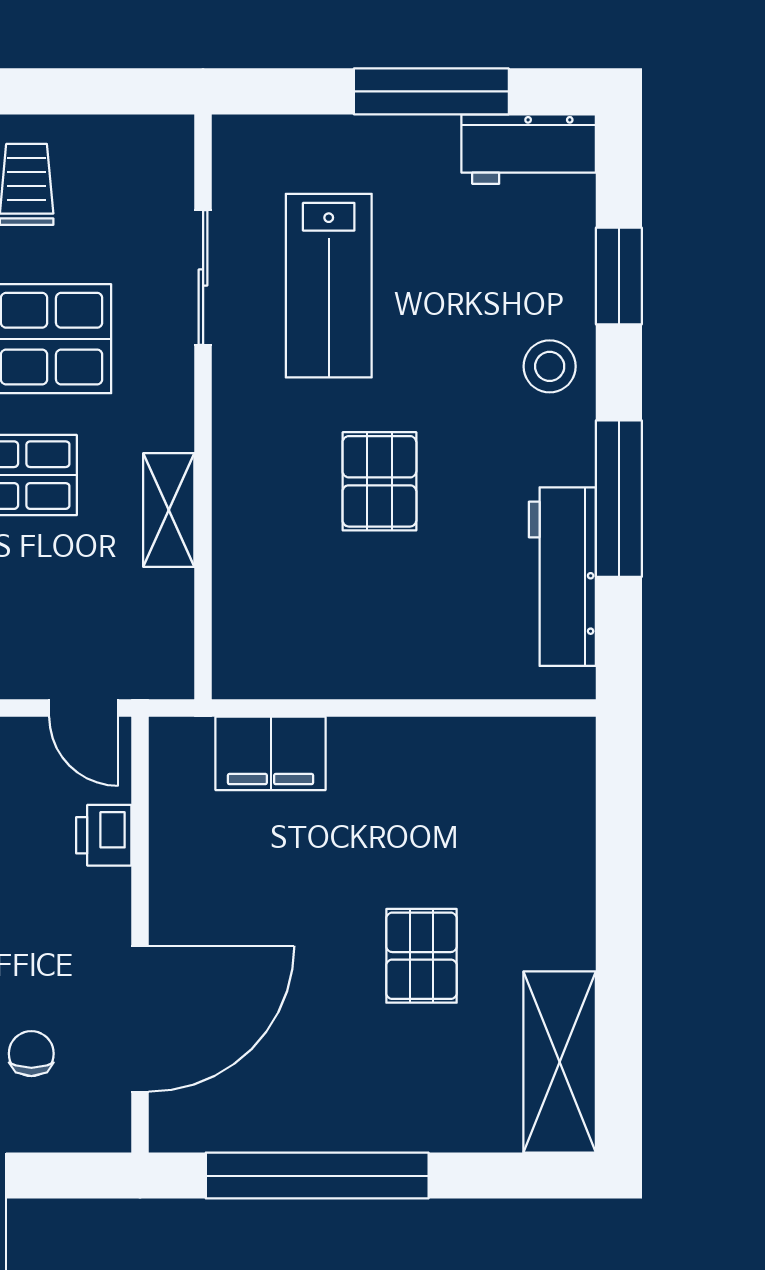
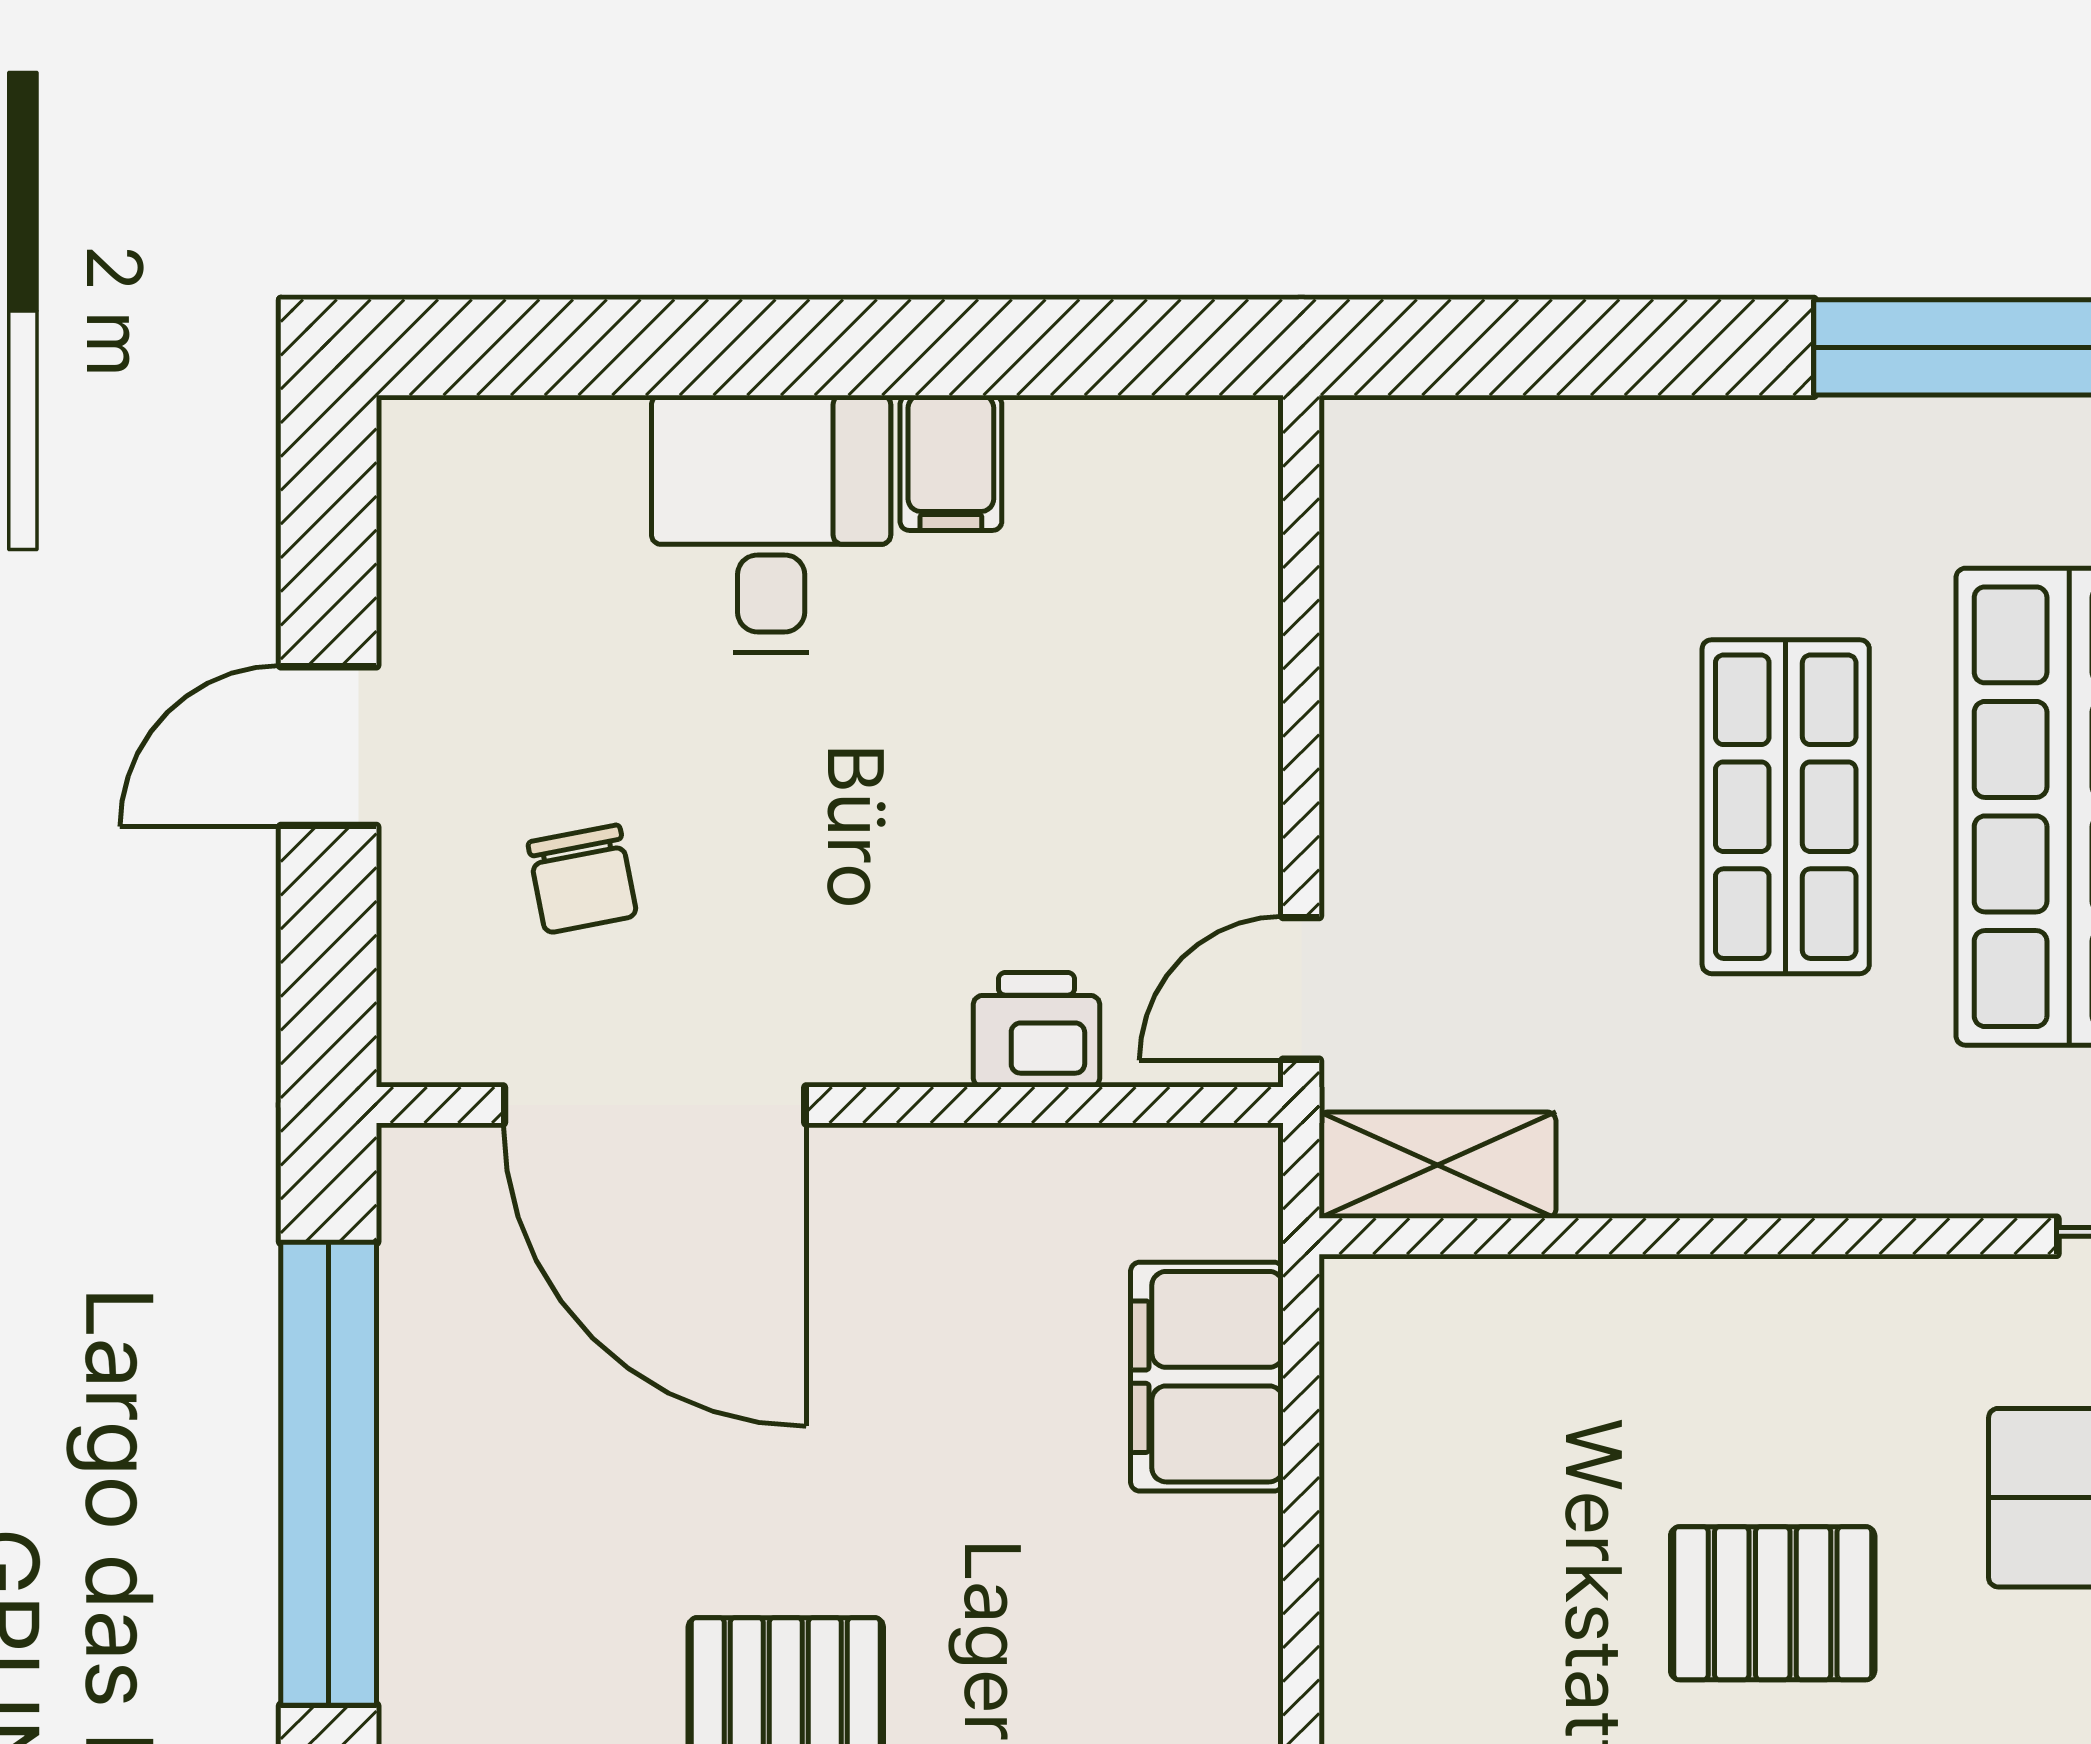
shelving: (169, 510) -> (1437, 1165), moved
chair: (31, 1054) -> (582, 879), turned 79

